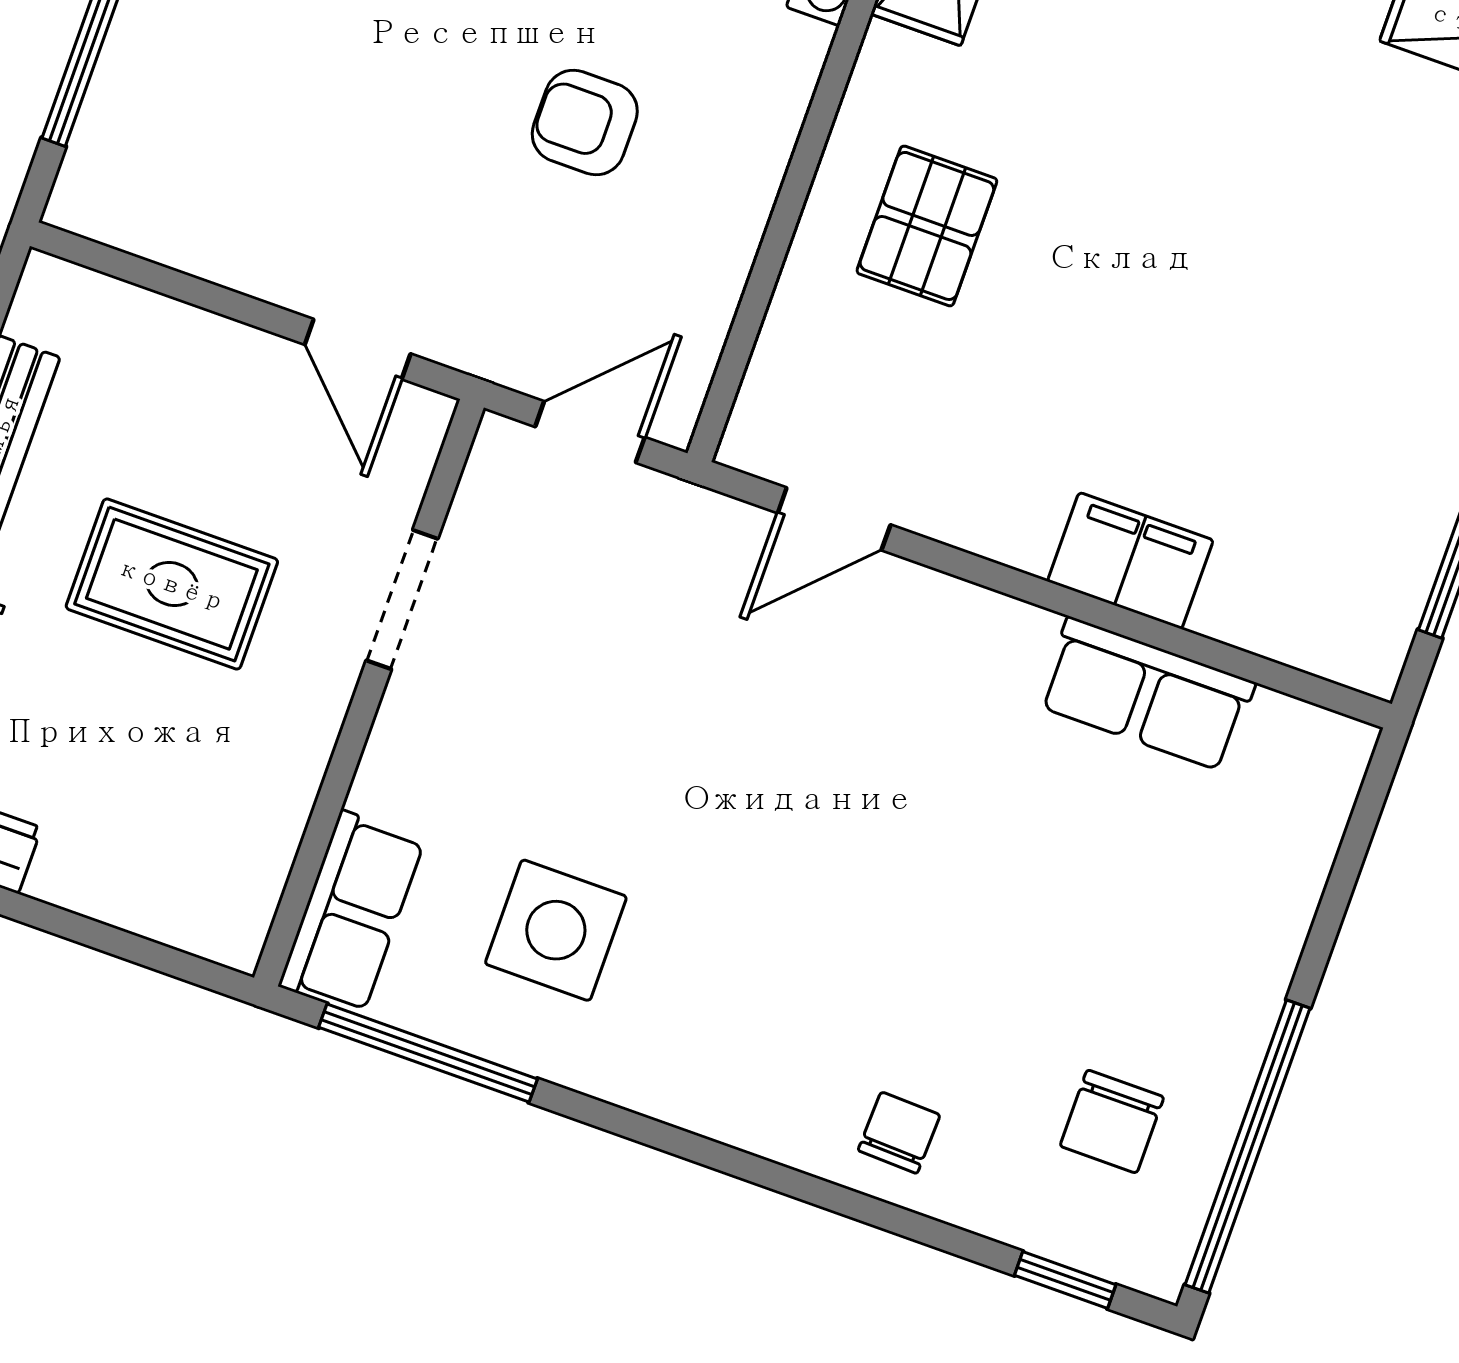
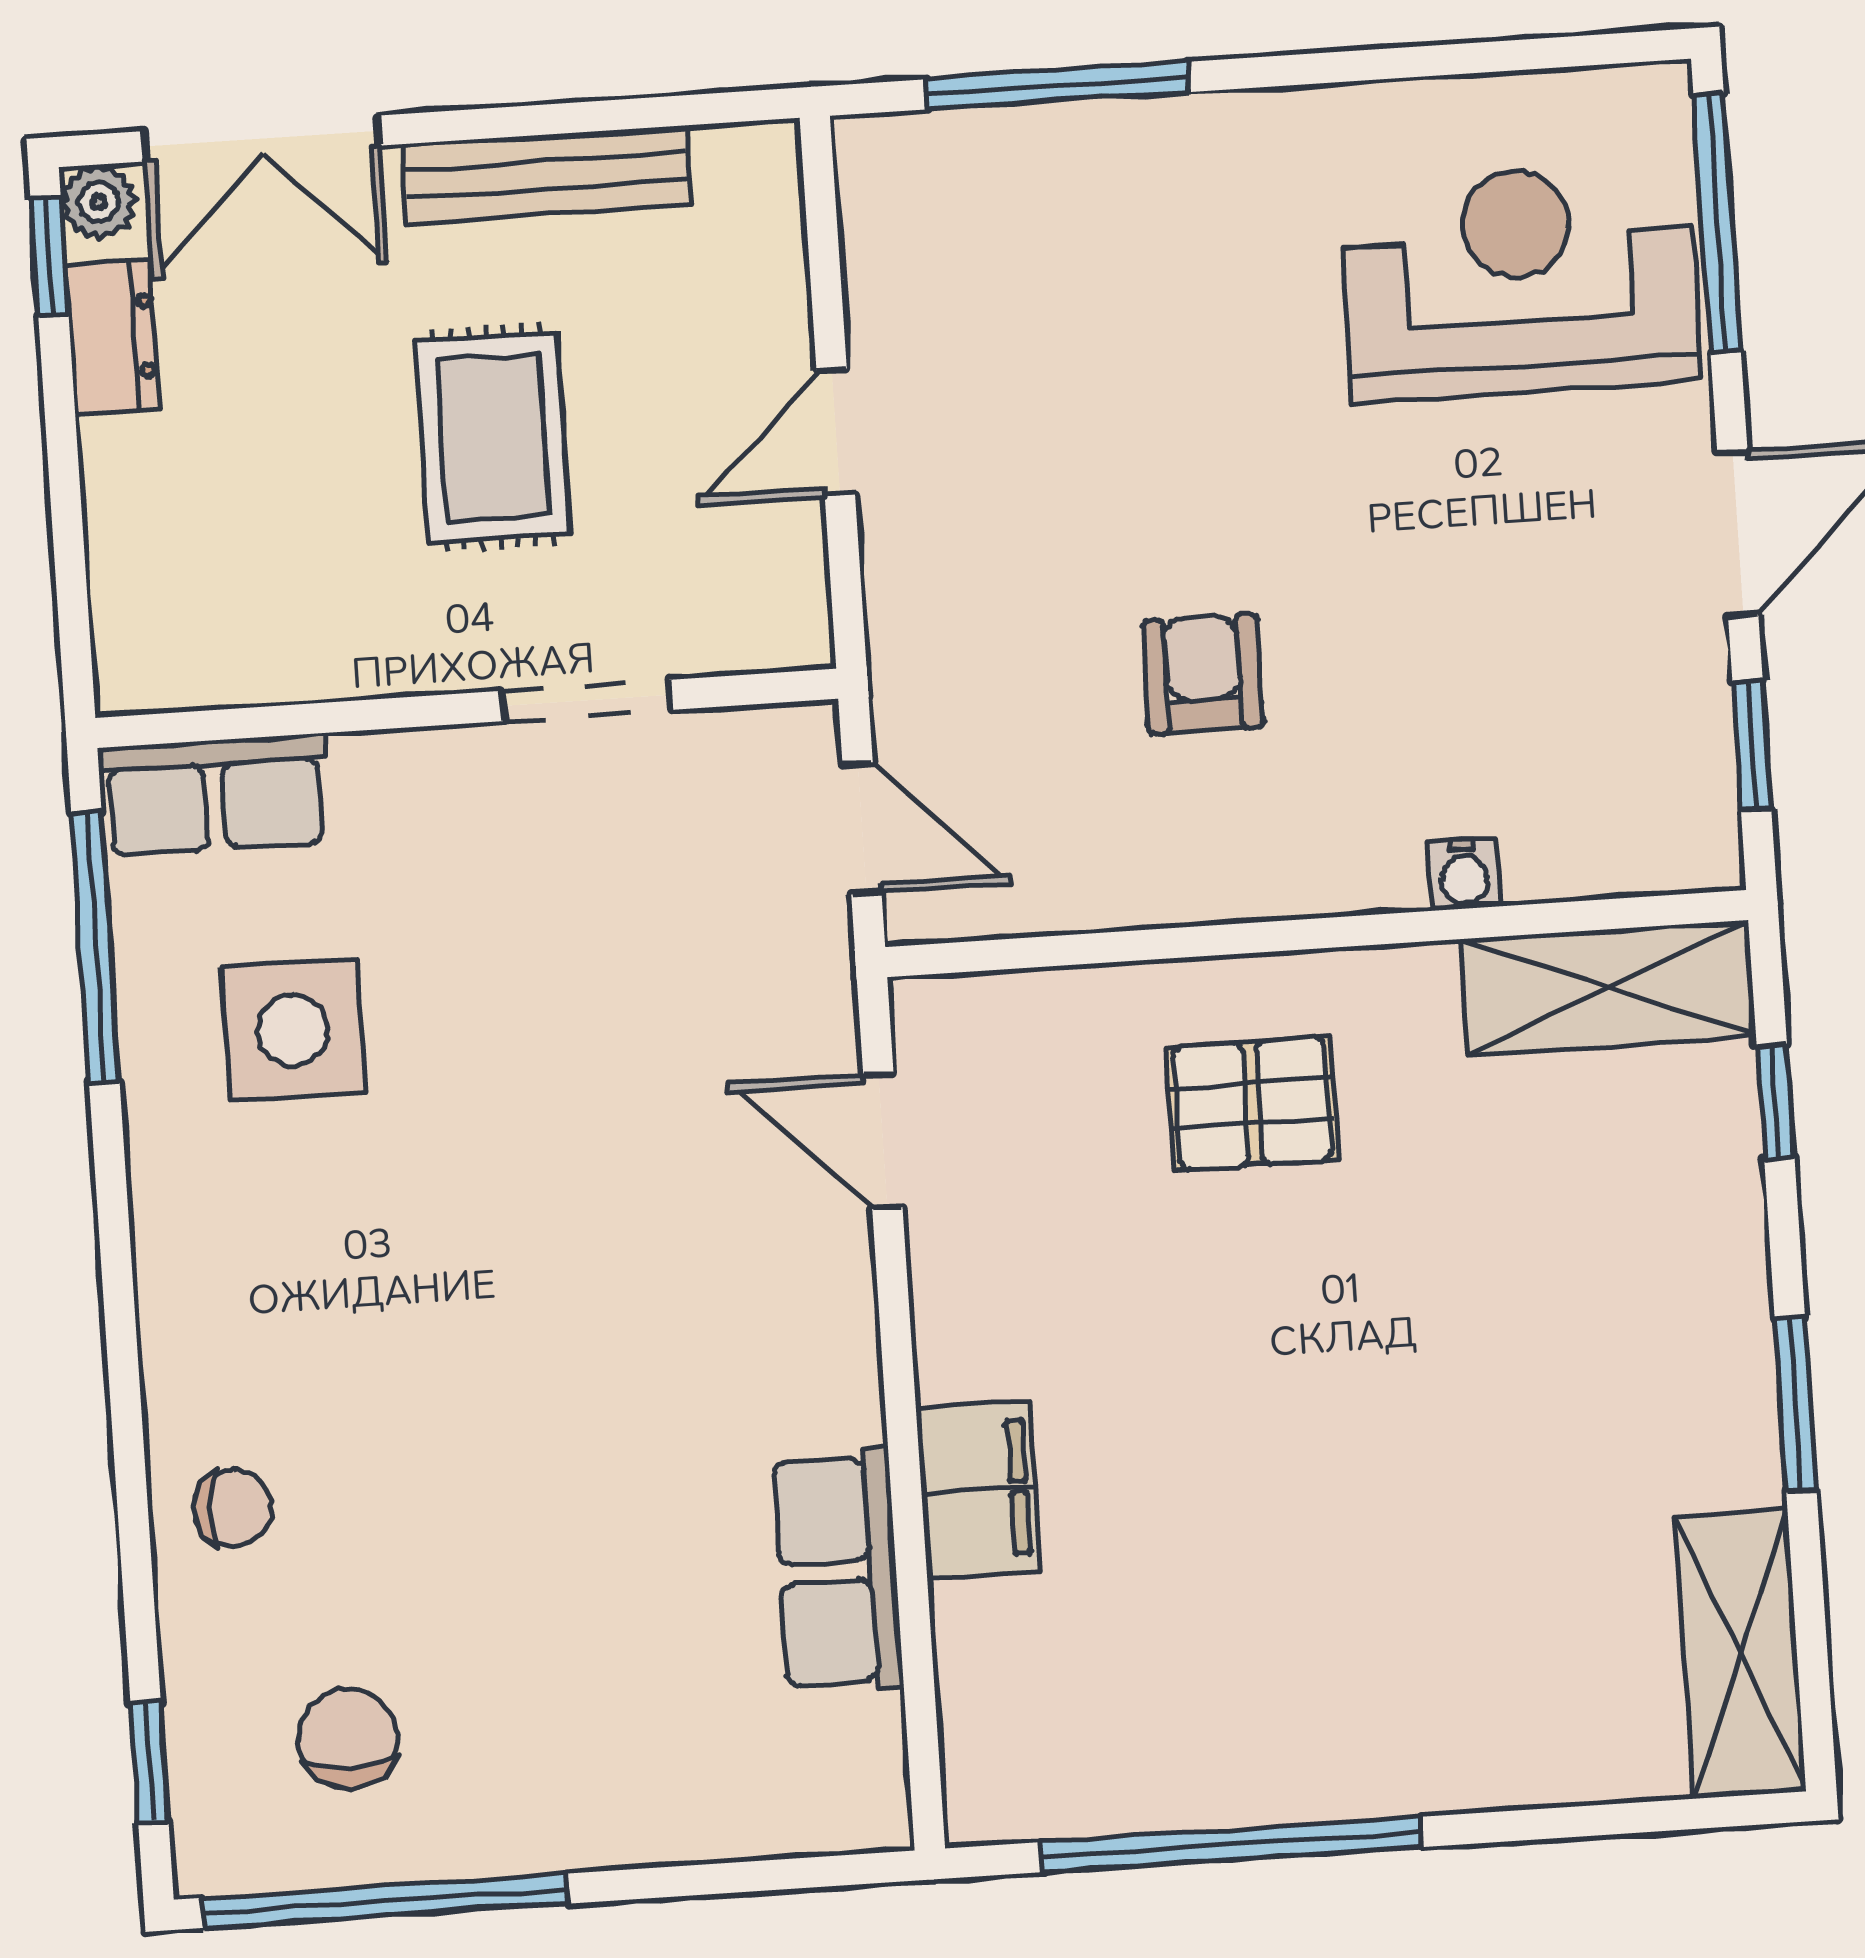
door: (358, 349) -> (836, 432), moved
chair: (1112, 1121) -> (348, 1738), turned 90

